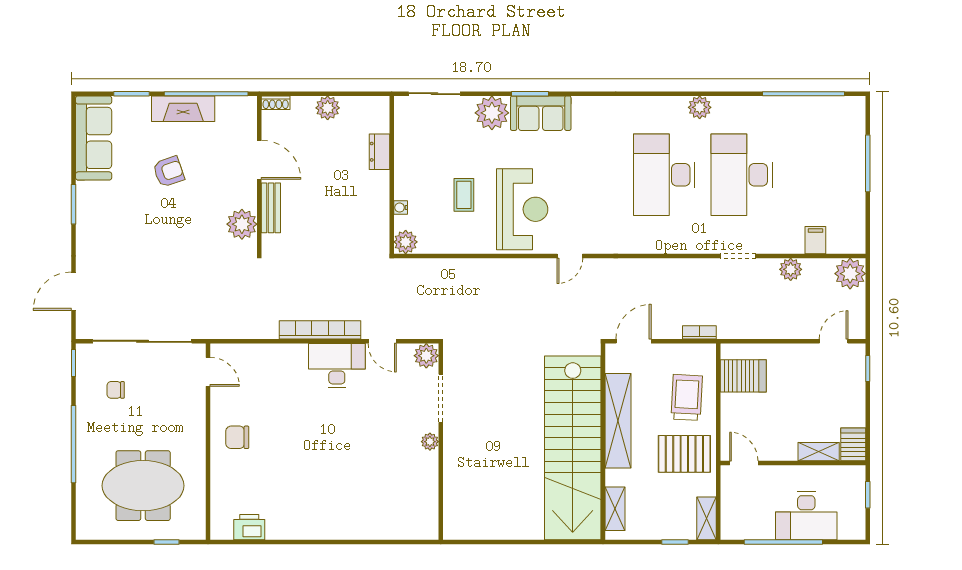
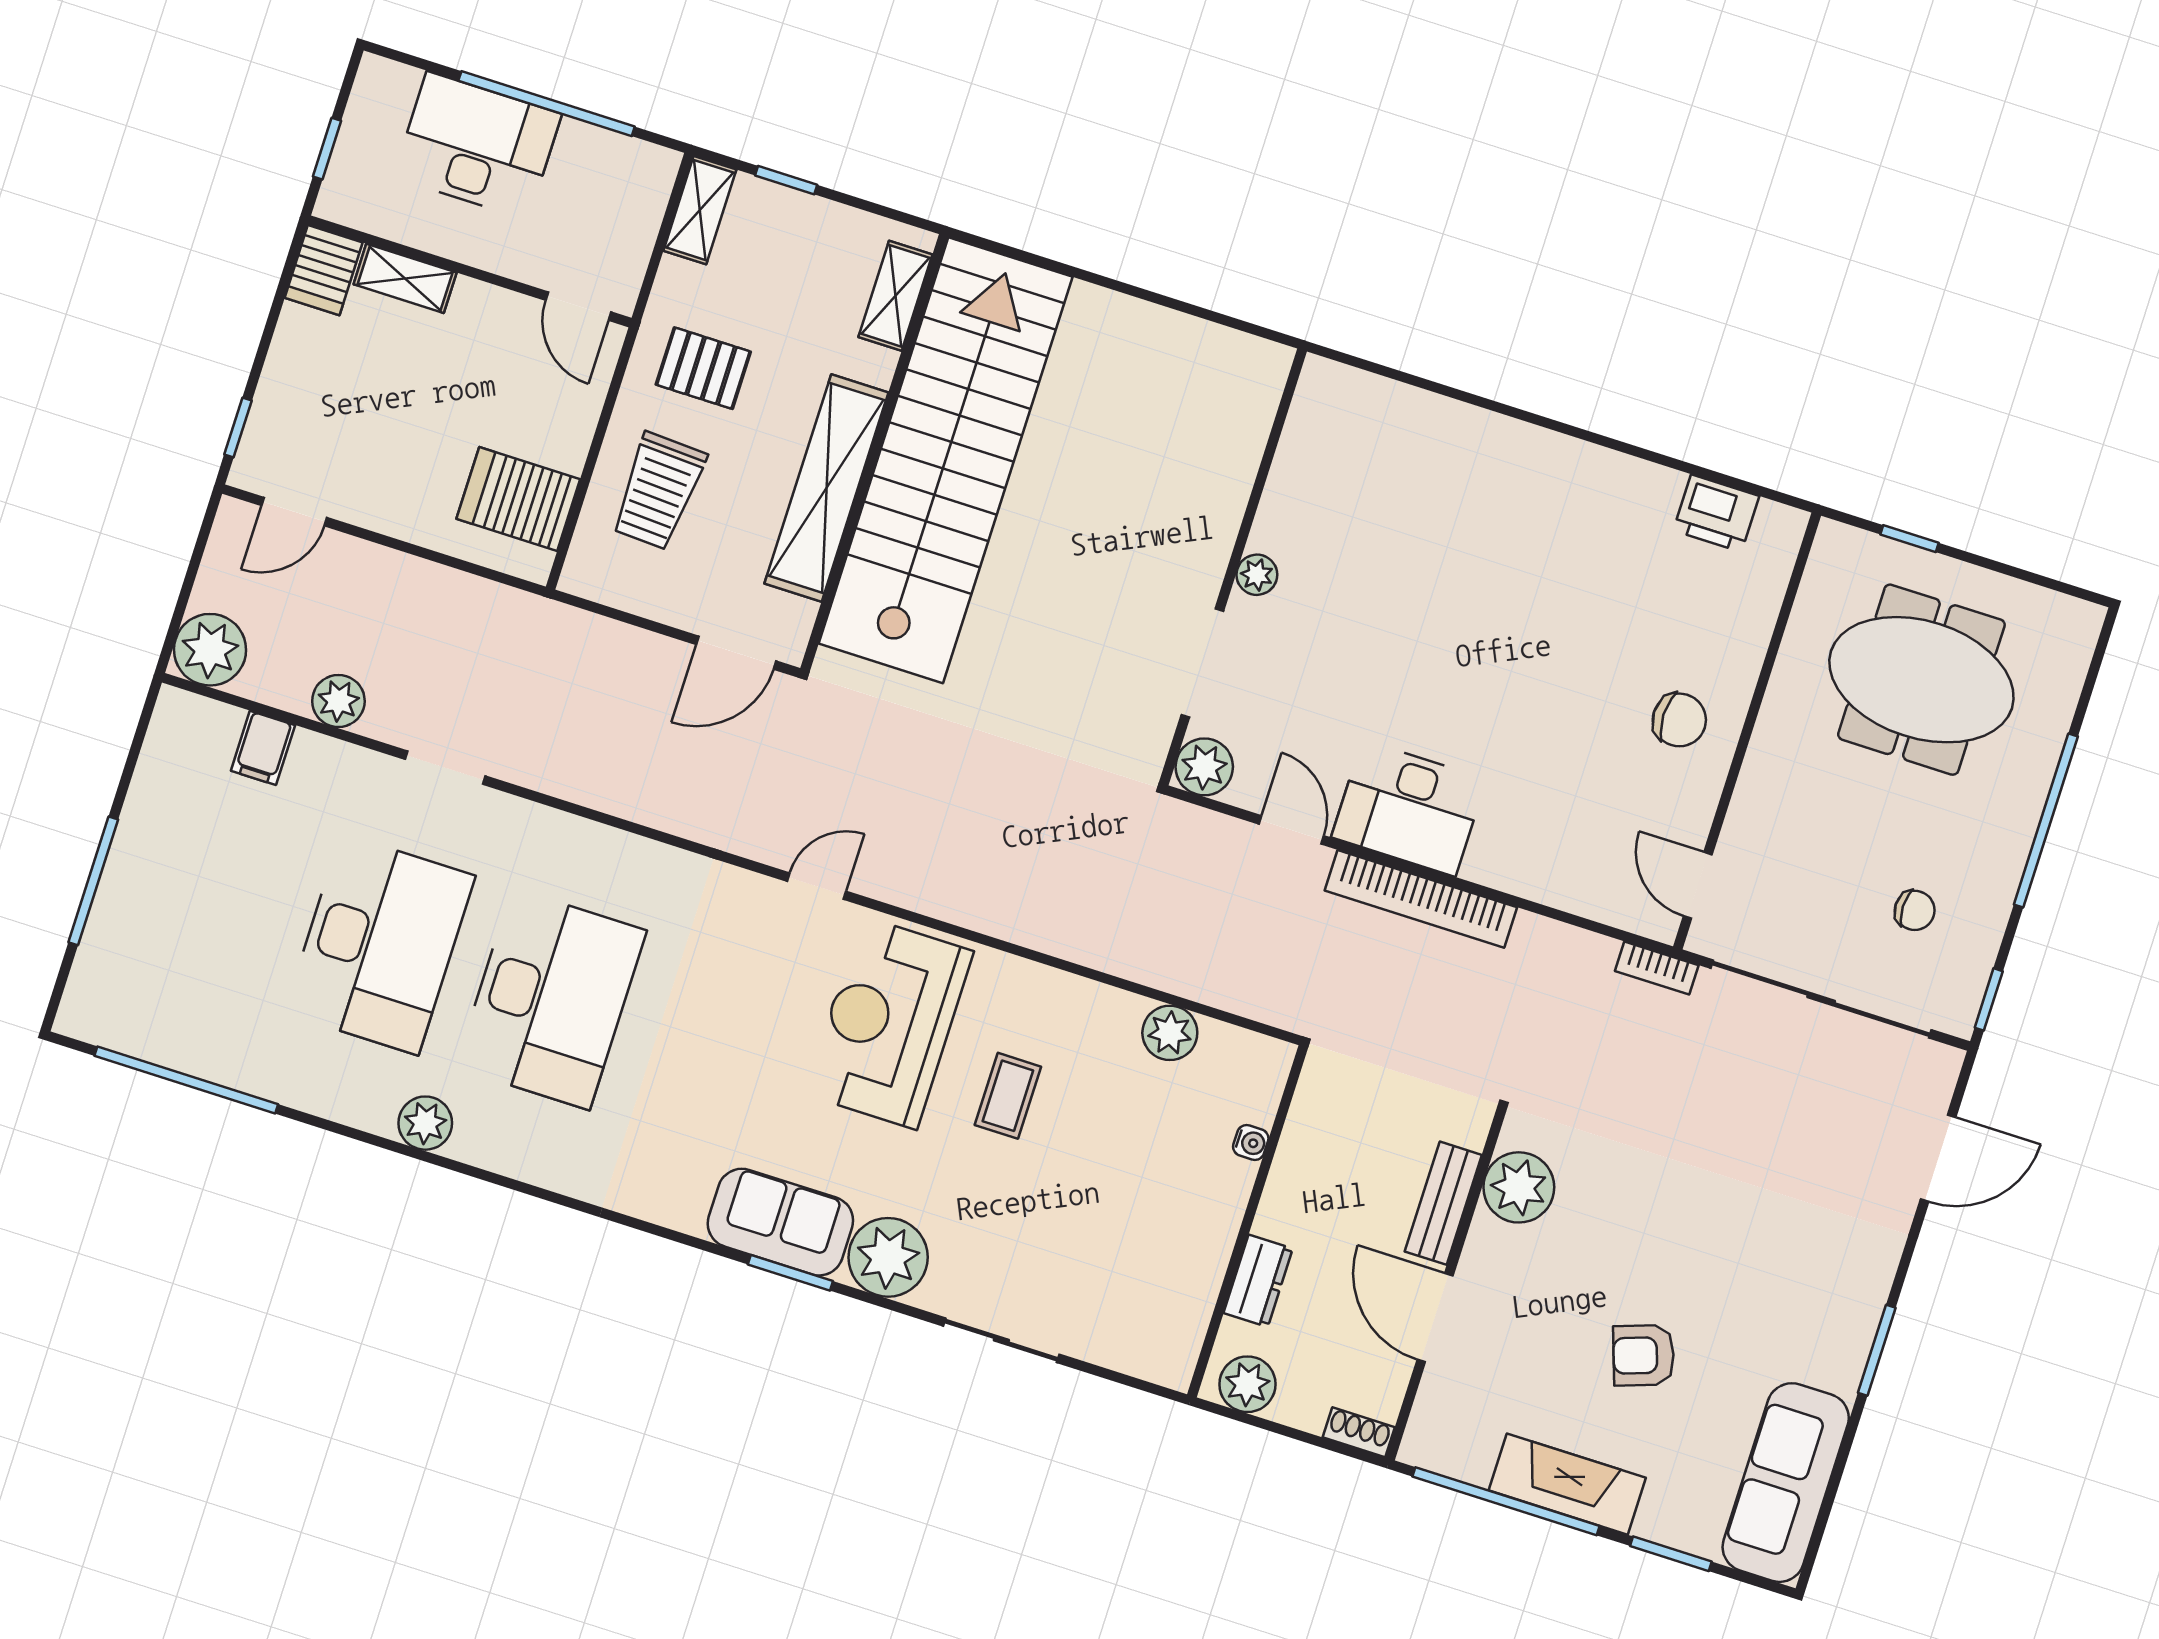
dresser: (379, 152) -> (1258, 1281), moved
wall: (392, 175) -> (1248, 1221), moved
water cooler: (401, 208) -> (1251, 1143), moved
bookcase: (699, 332) -> (1657, 968), moved
pallet: (684, 454) -> (703, 368), width x0.67, depth x0.71

